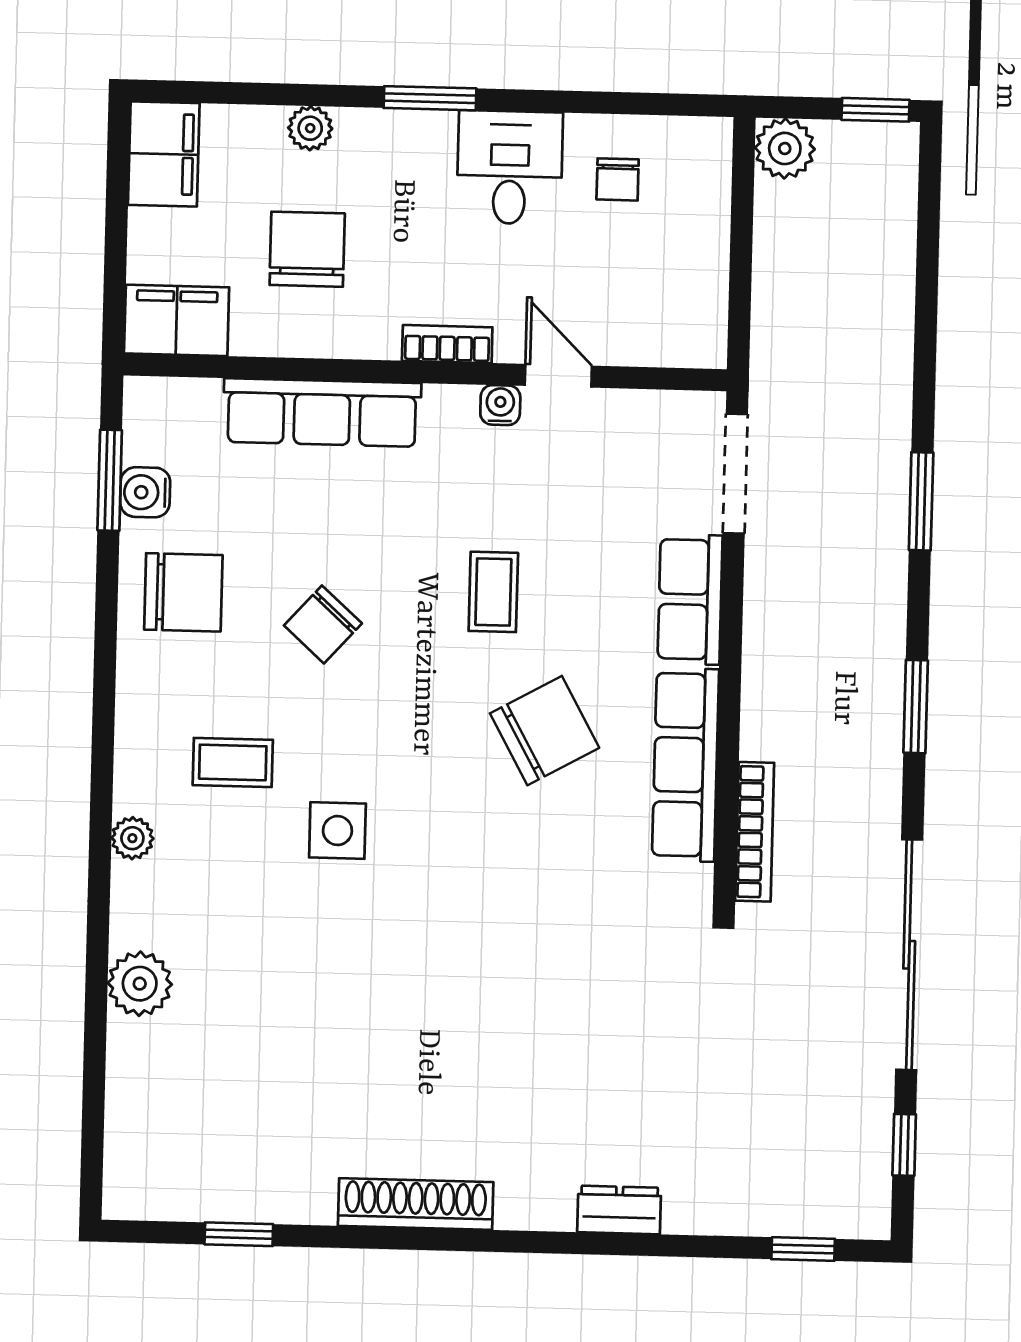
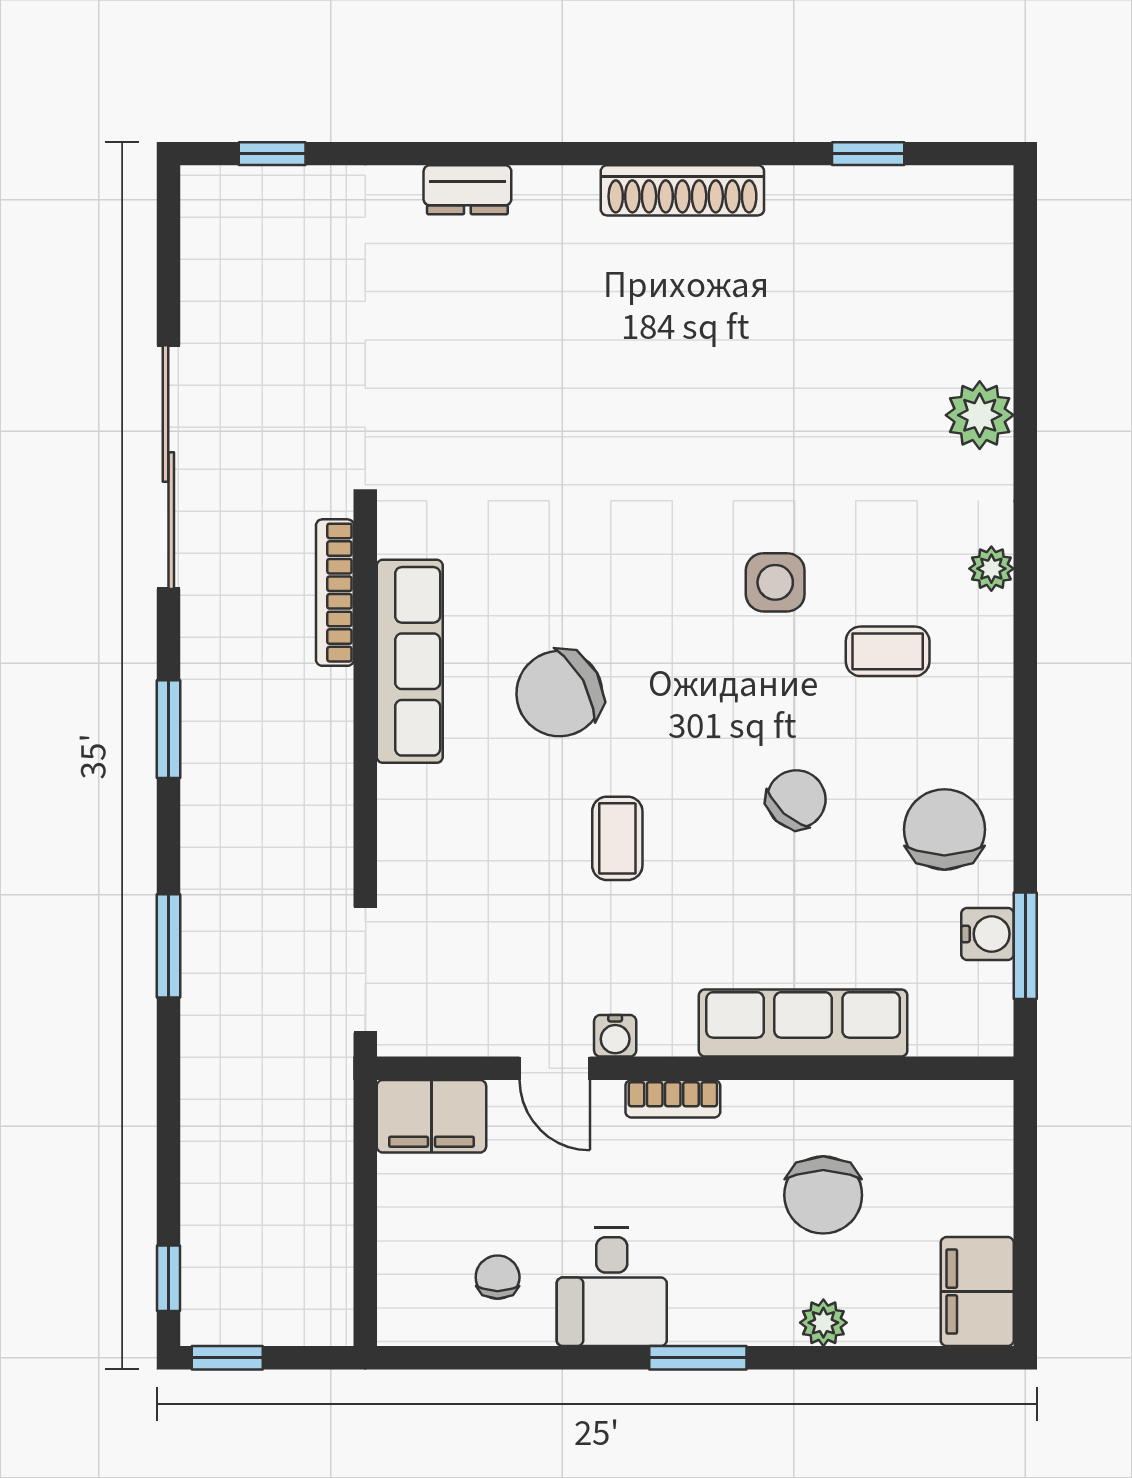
plant: (785, 148) -> (322, 1314), removed
filing cabinet: (177, 320) -> (431, 1116), moved
chair: (183, 592) -> (944, 829), turned 90
row of seats: (690, 599) -> (410, 836), removed
window: (904, 1145) -> (168, 1278), moved

